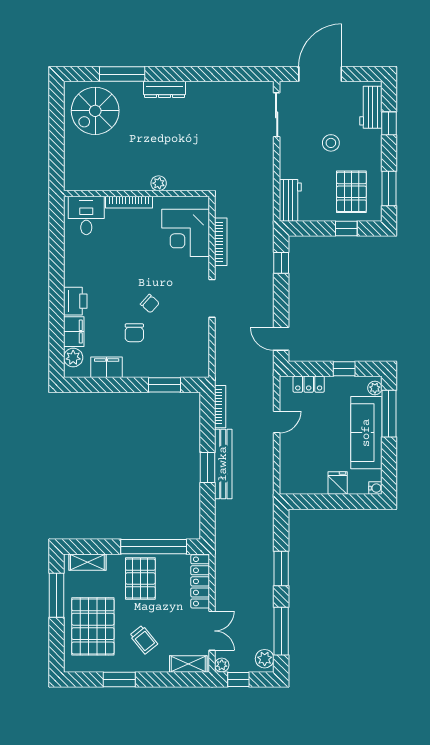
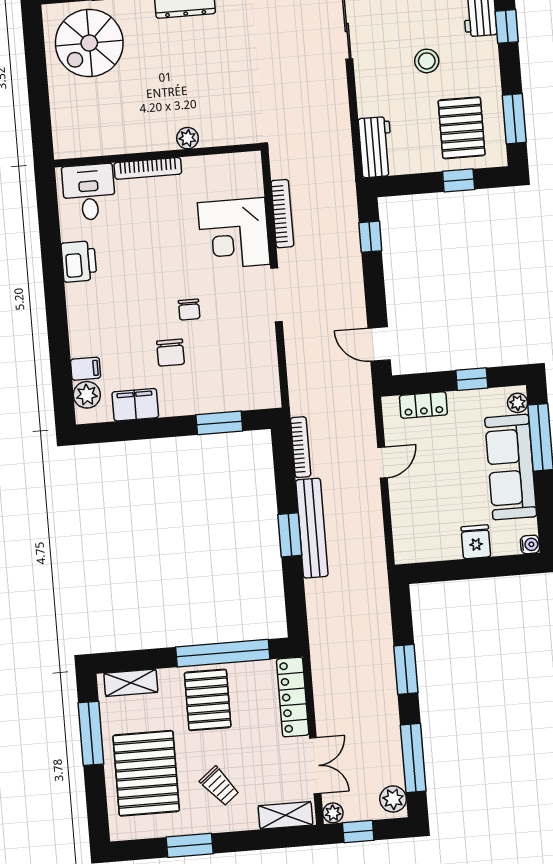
corner desk: (186, 233) -> (234, 234), moved
printer: (75, 301) -> (79, 261), moved
chair: (150, 304) -> (189, 310), turned 48
filing cabinet: (74, 332) -> (86, 369), width x0.50

